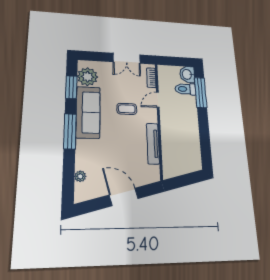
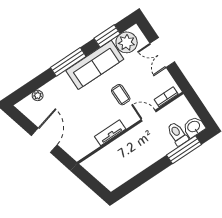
double door: (127, 58) -> (162, 53), moved
tv unit: (153, 144) -> (110, 133), width x0.71

